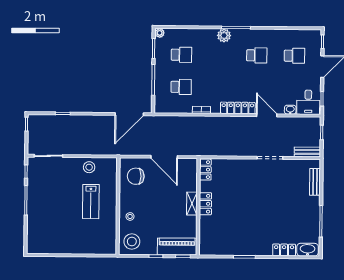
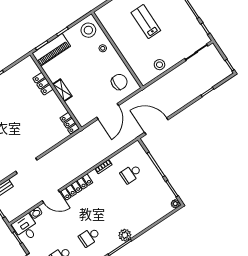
school desk: (181, 55) -> (147, 198), removed
door: (129, 114) -> (156, 126), hinge flipped
door: (164, 157) -> (108, 111), swing flipped
lab bench: (91, 202) -> (146, 22), moved
locker: (205, 204) -> (43, 84), moved

